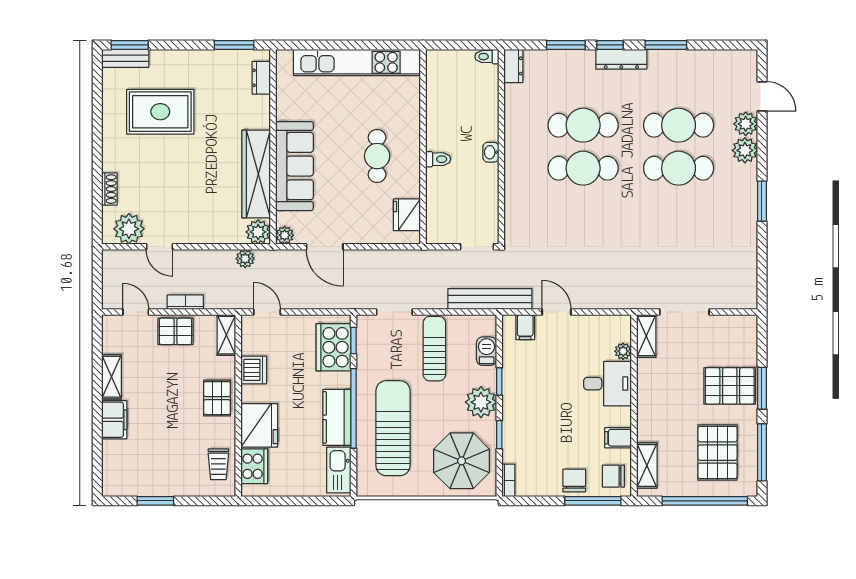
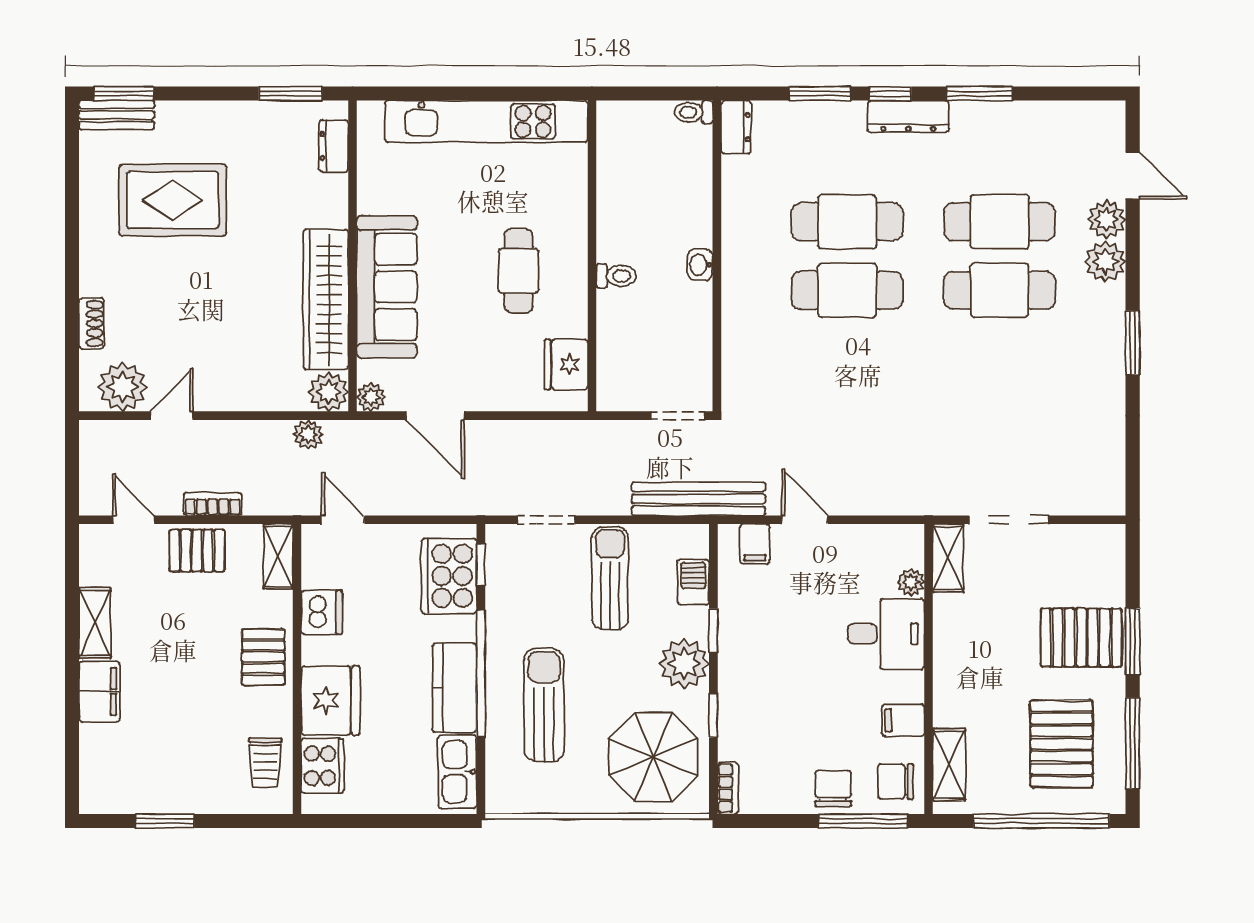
door: (160, 247) -> (171, 416), swing flipped
sun lounger: (393, 428) -> (544, 705), width x0.73, depth x0.75

